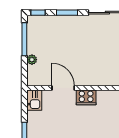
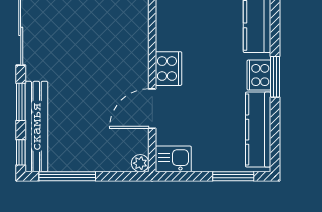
bench: (53, 22) -> (36, 127), added
plant: (32, 60) -> (140, 163), moved

